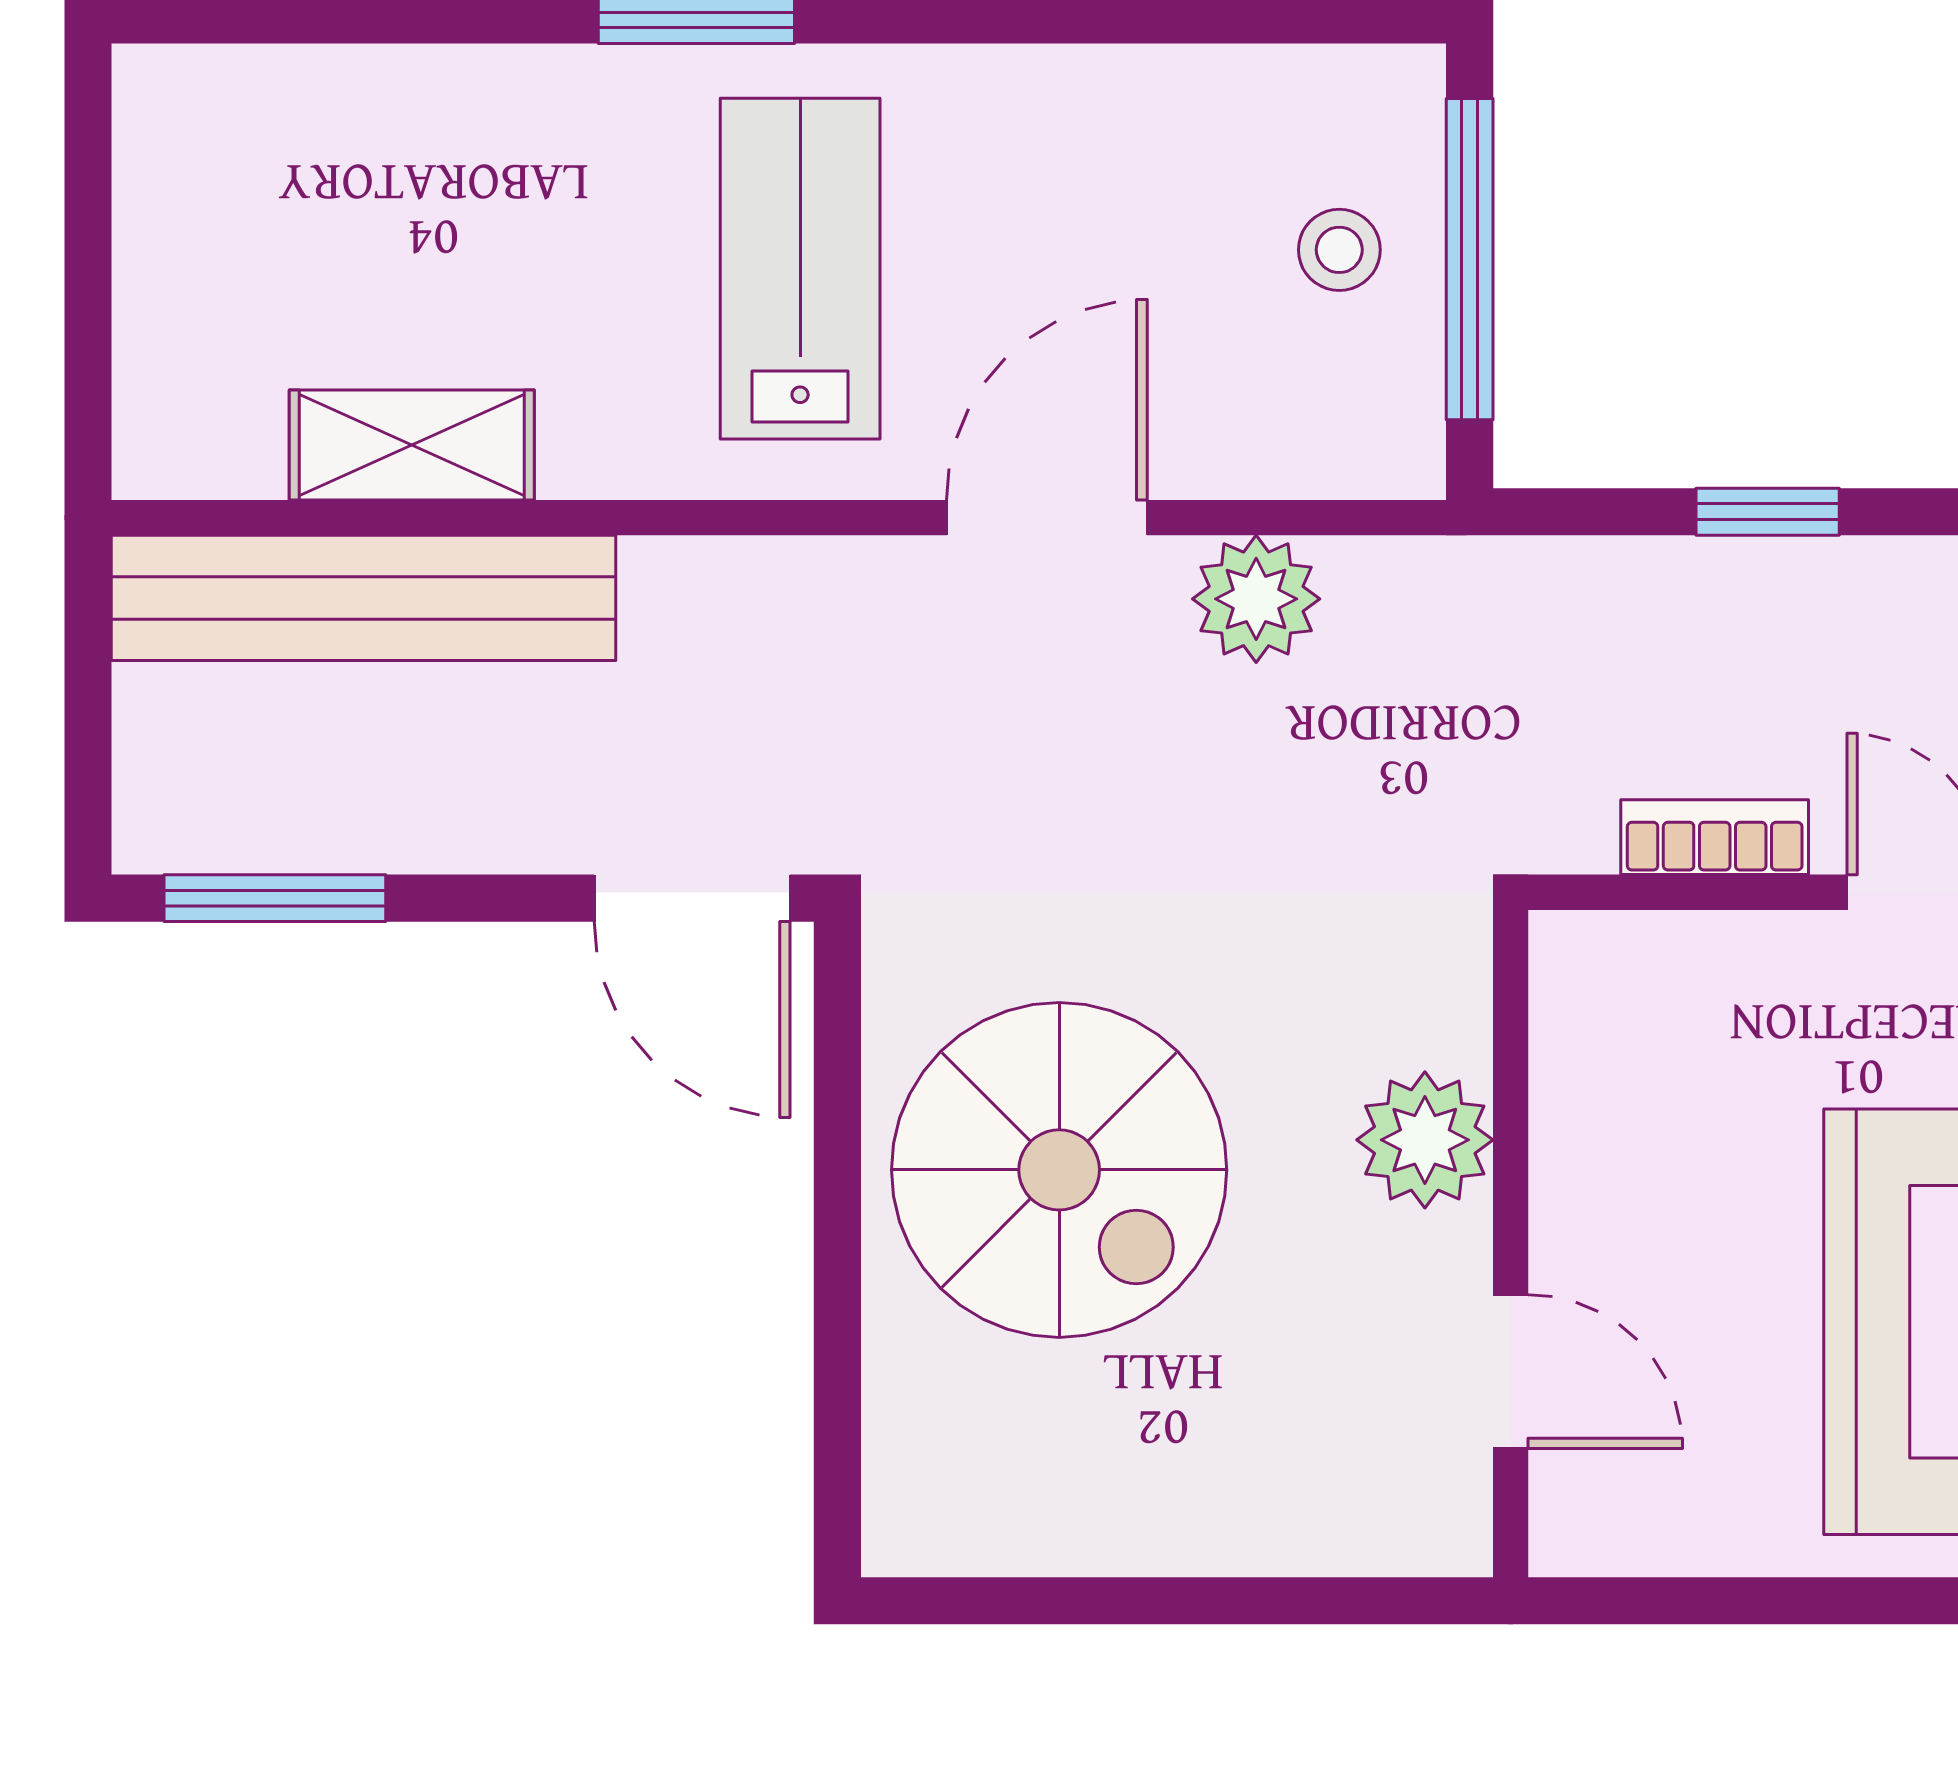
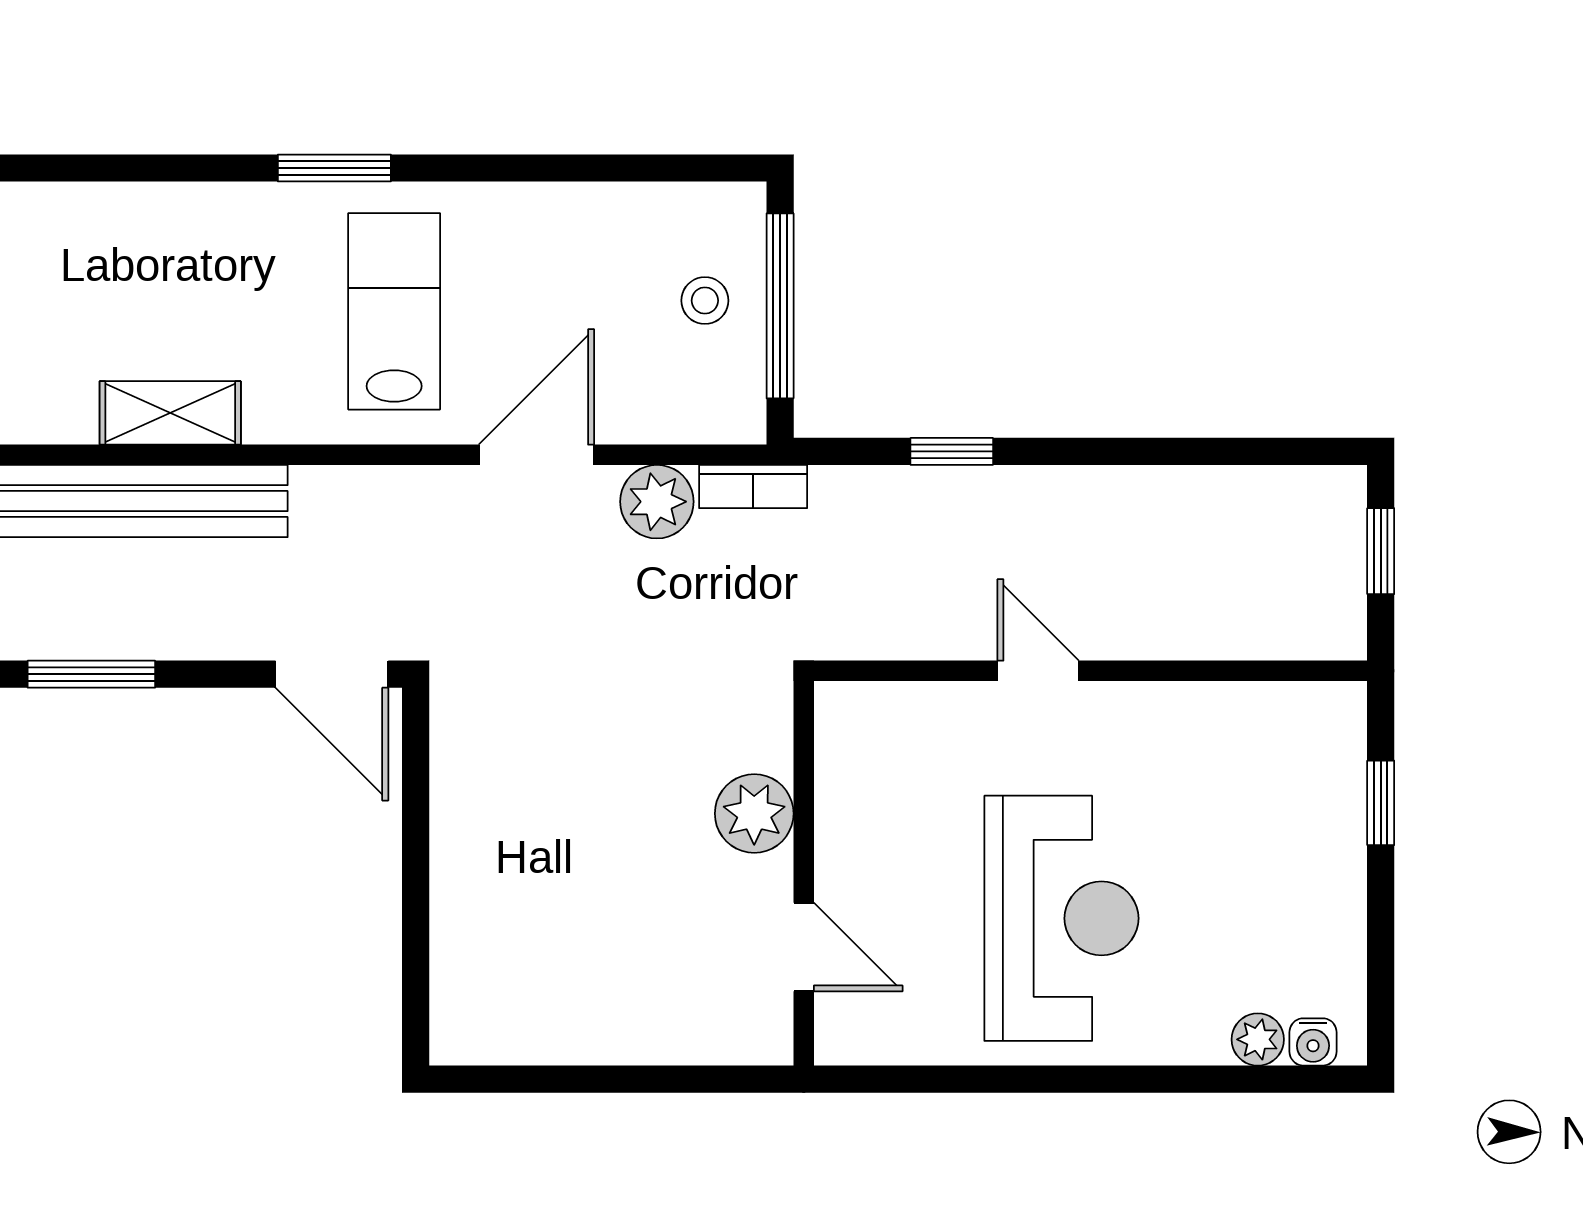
bookcase: (1715, 837) -> (753, 487), moved, turned 180
spiral stairs: (1059, 1170) -> (543, 831), removed

